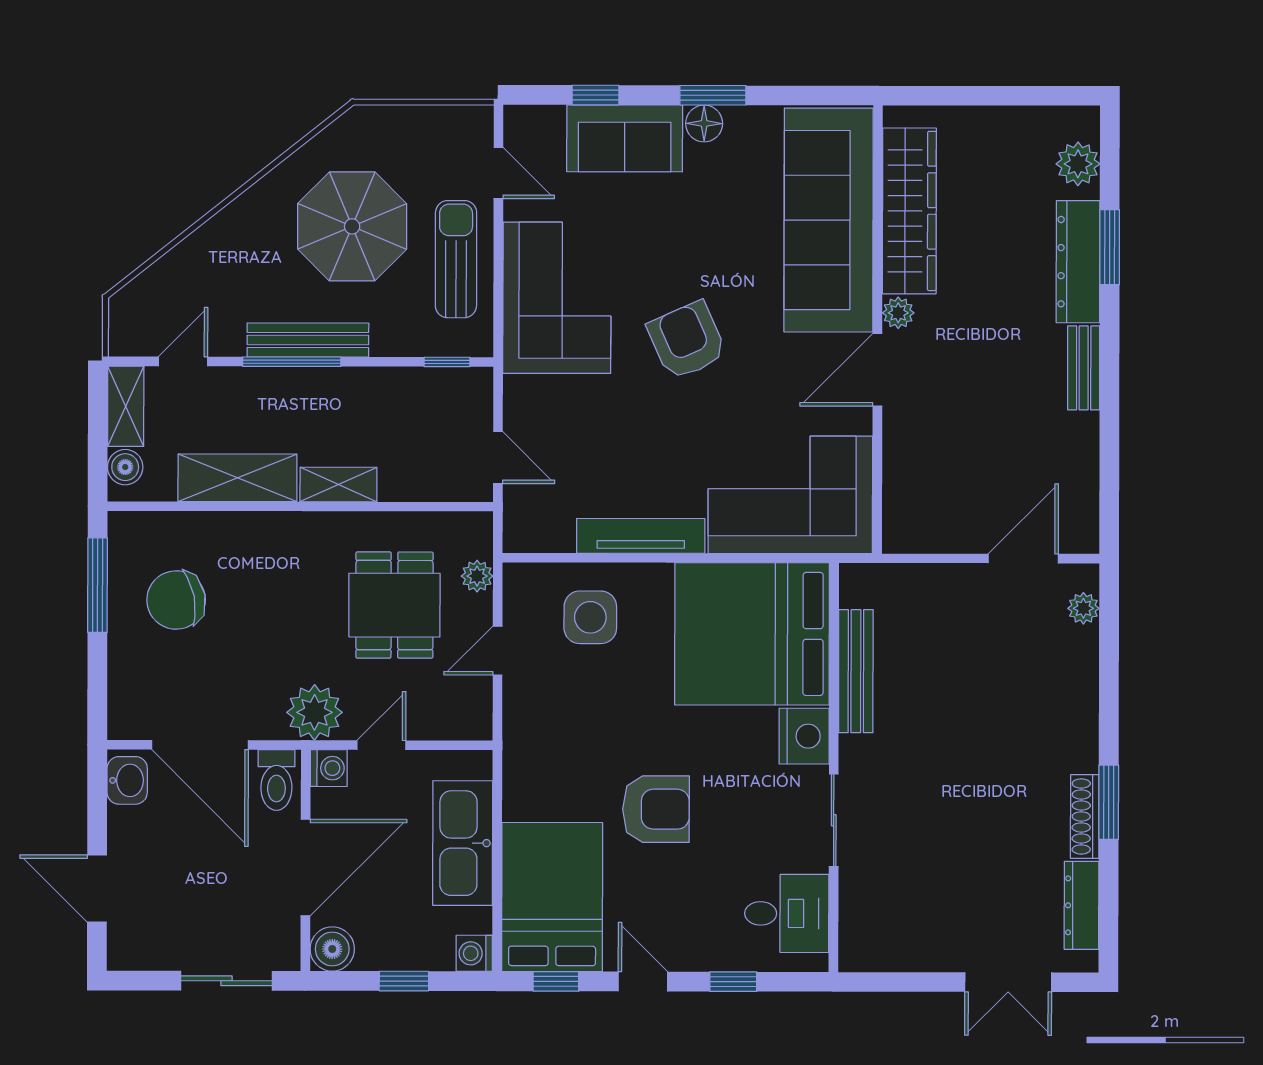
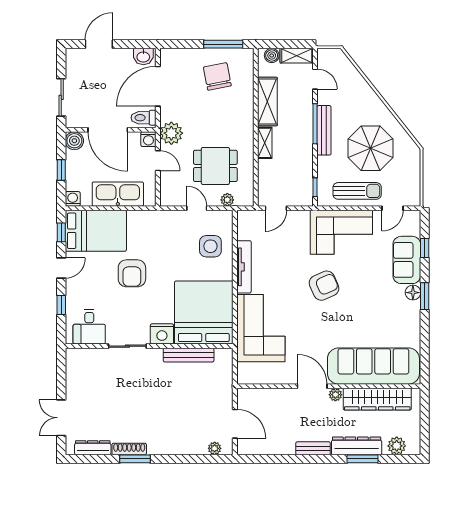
wardrobe: (909, 211) -> (377, 399), moved
sofa: (829, 220) -> (373, 366), moved
plant: (898, 313) -> (335, 395), moved
wall: (878, 329) -> (329, 386), moved
door: (877, 370) -> (312, 386), moved

